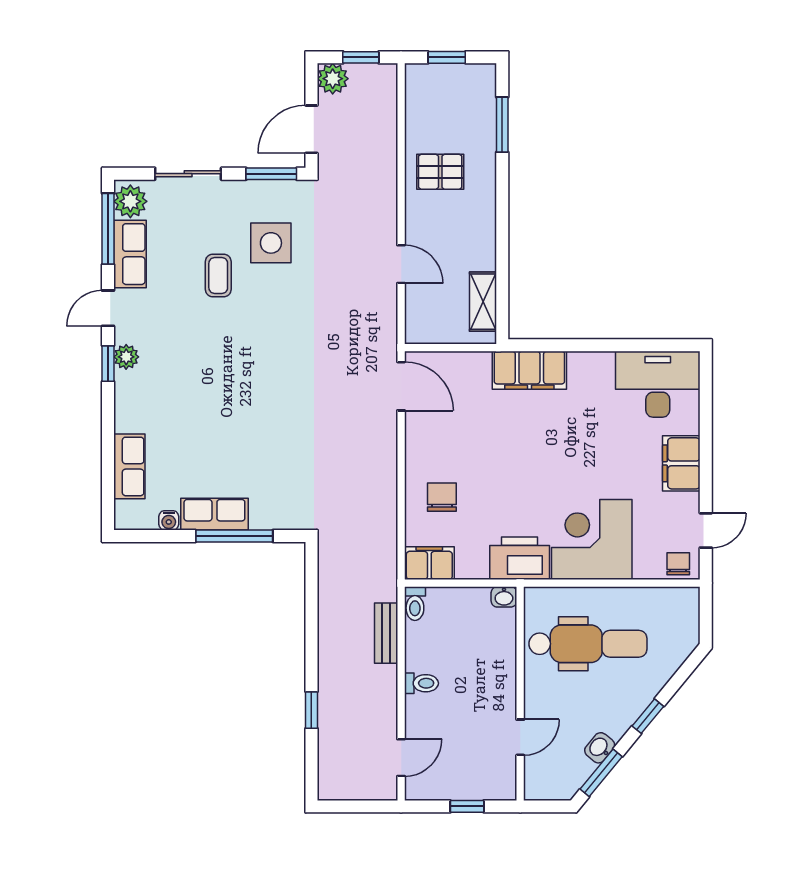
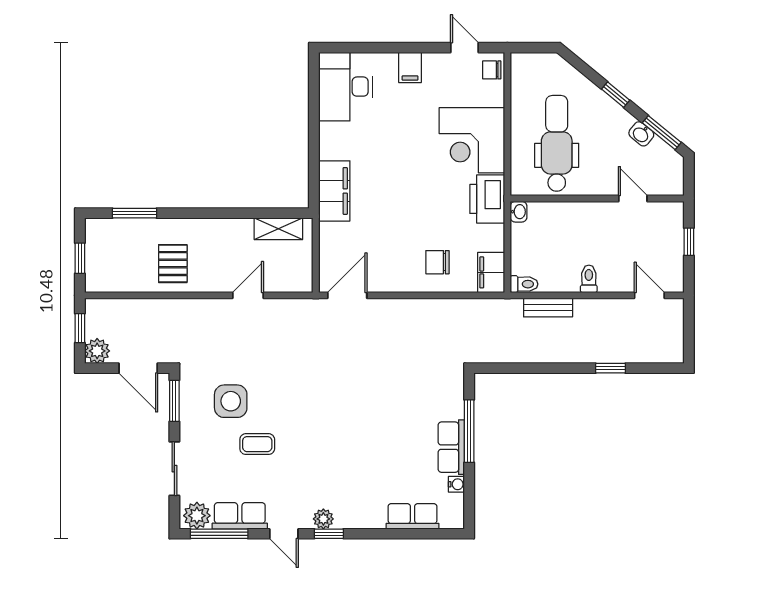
filing cabinet: (681, 463) -> (410, 67), width x0.50

